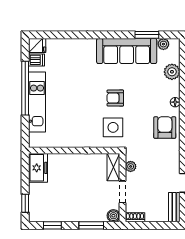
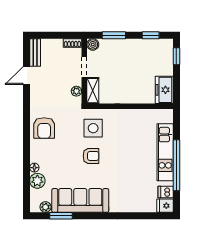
floor lamp: (175, 102) -> (34, 168), moved

